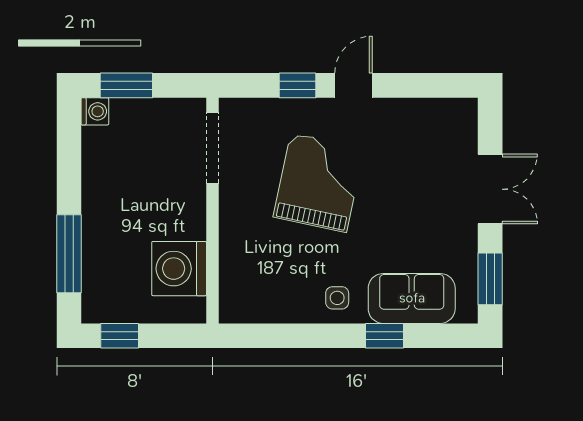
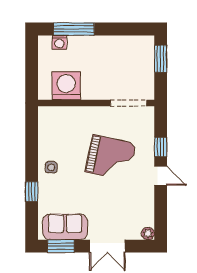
plant: (466, 110) -> (148, 233), added
washing machine: (95, 111) -> (59, 42), moved
sofa: (412, 298) -> (65, 227), moved, turned -90
window: (120, 336) -> (32, 55), removed

